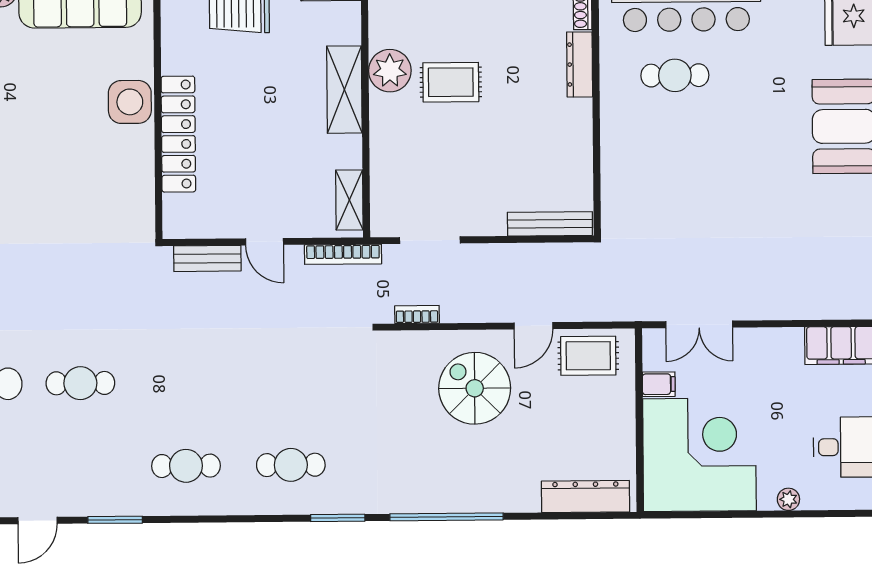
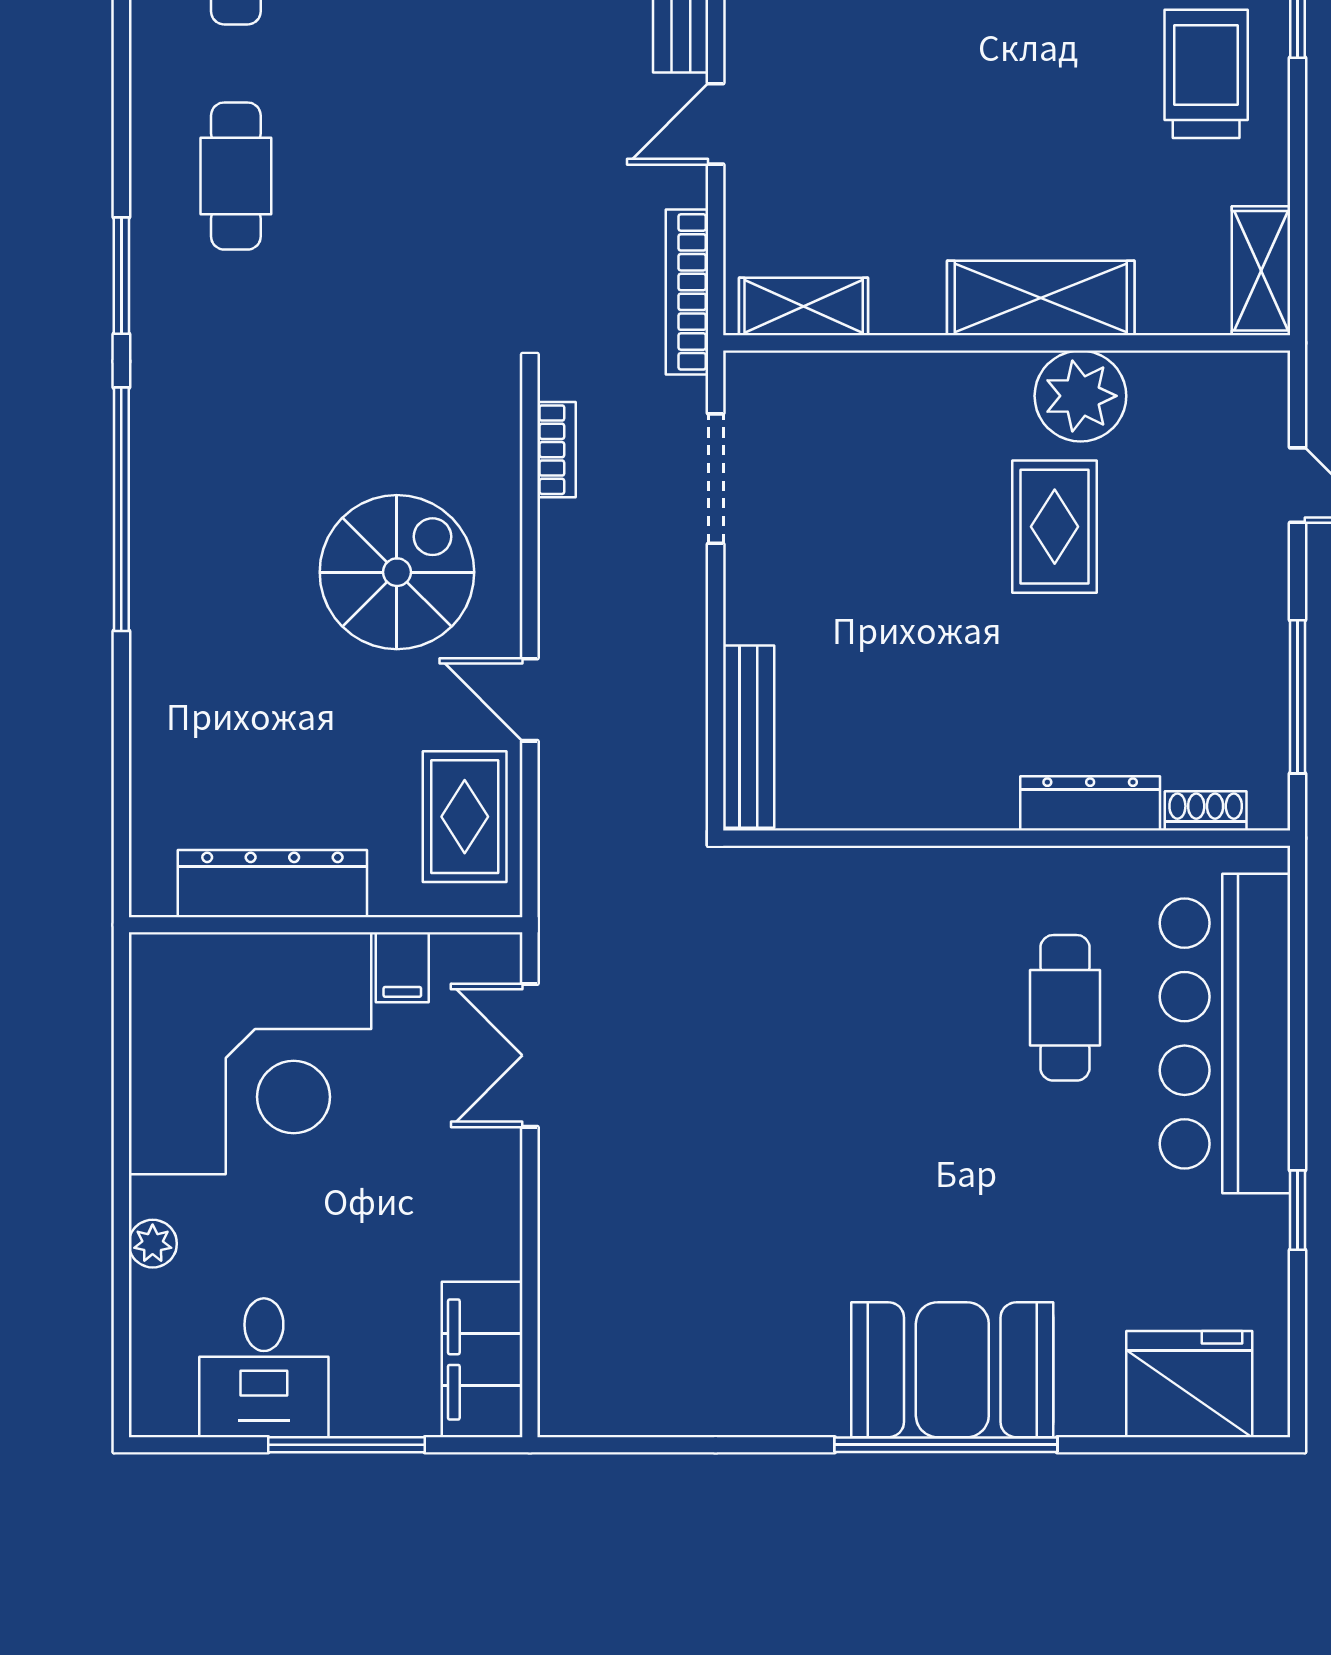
dresser: (585, 497) -> (272, 884), moved, turned -90

